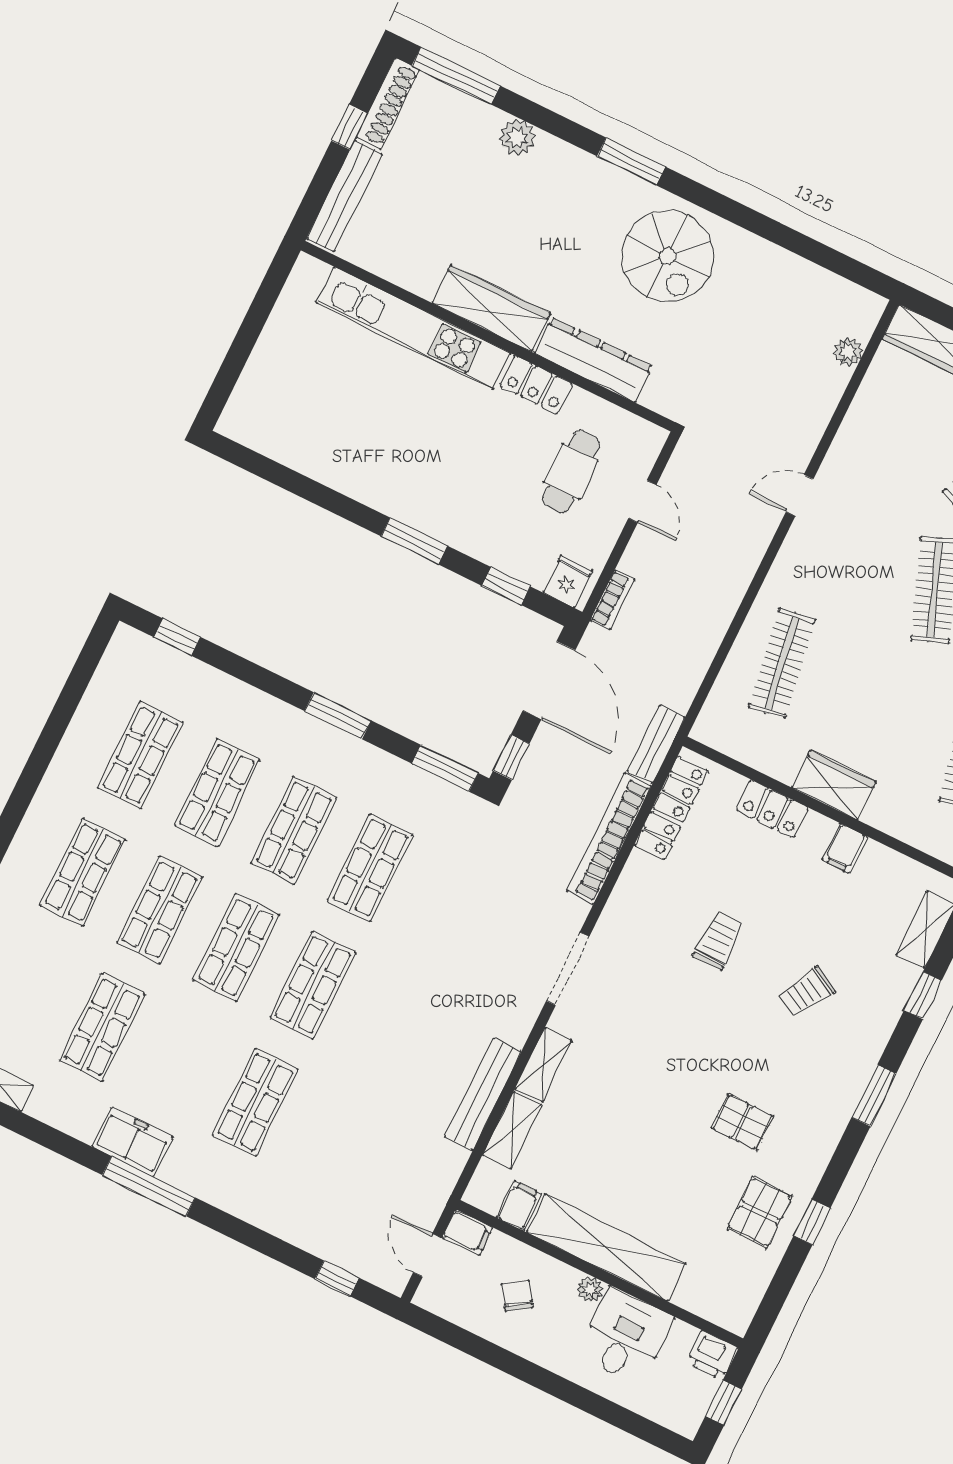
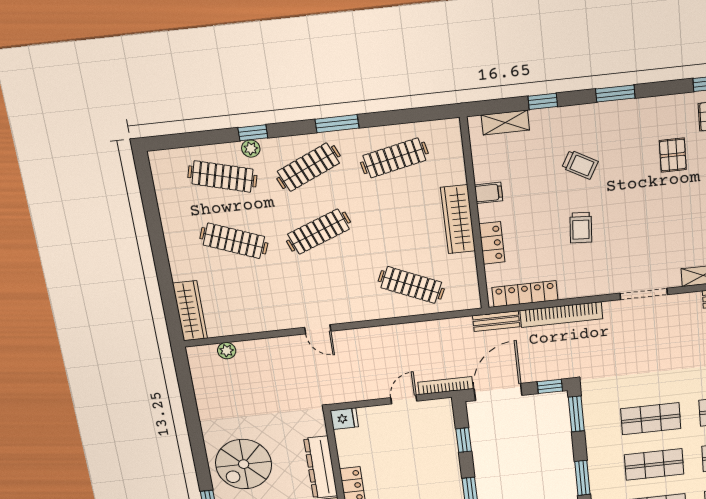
spiral stairs: (668, 256) -> (244, 464), turned 180
cafe table: (571, 472) -> (384, 444), removed
door: (642, 502) -> (404, 399), moved
fridge: (568, 581) -> (344, 419), moved, turned 180
bookcase: (612, 600) -> (445, 386), width x1.56
clothes rail: (782, 663) -> (411, 285), turned 33
wardrobe: (834, 785) -> (458, 219), width x1.50
trolley: (718, 941) -> (581, 228), turned -86

